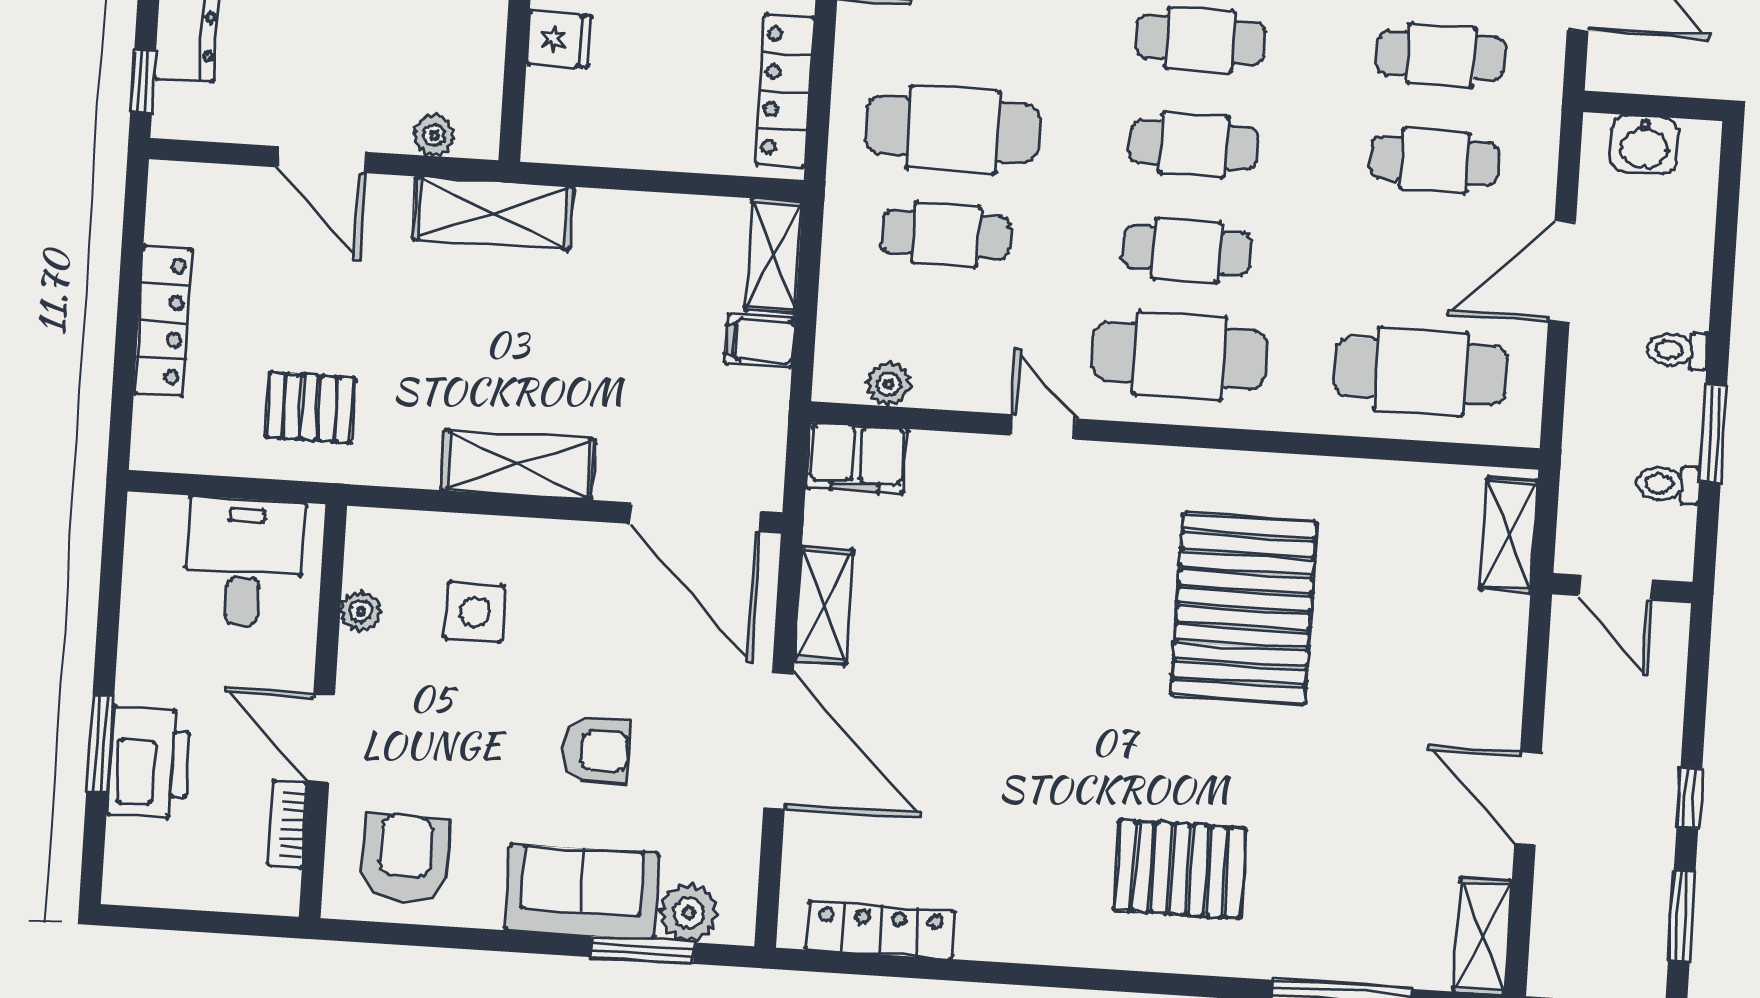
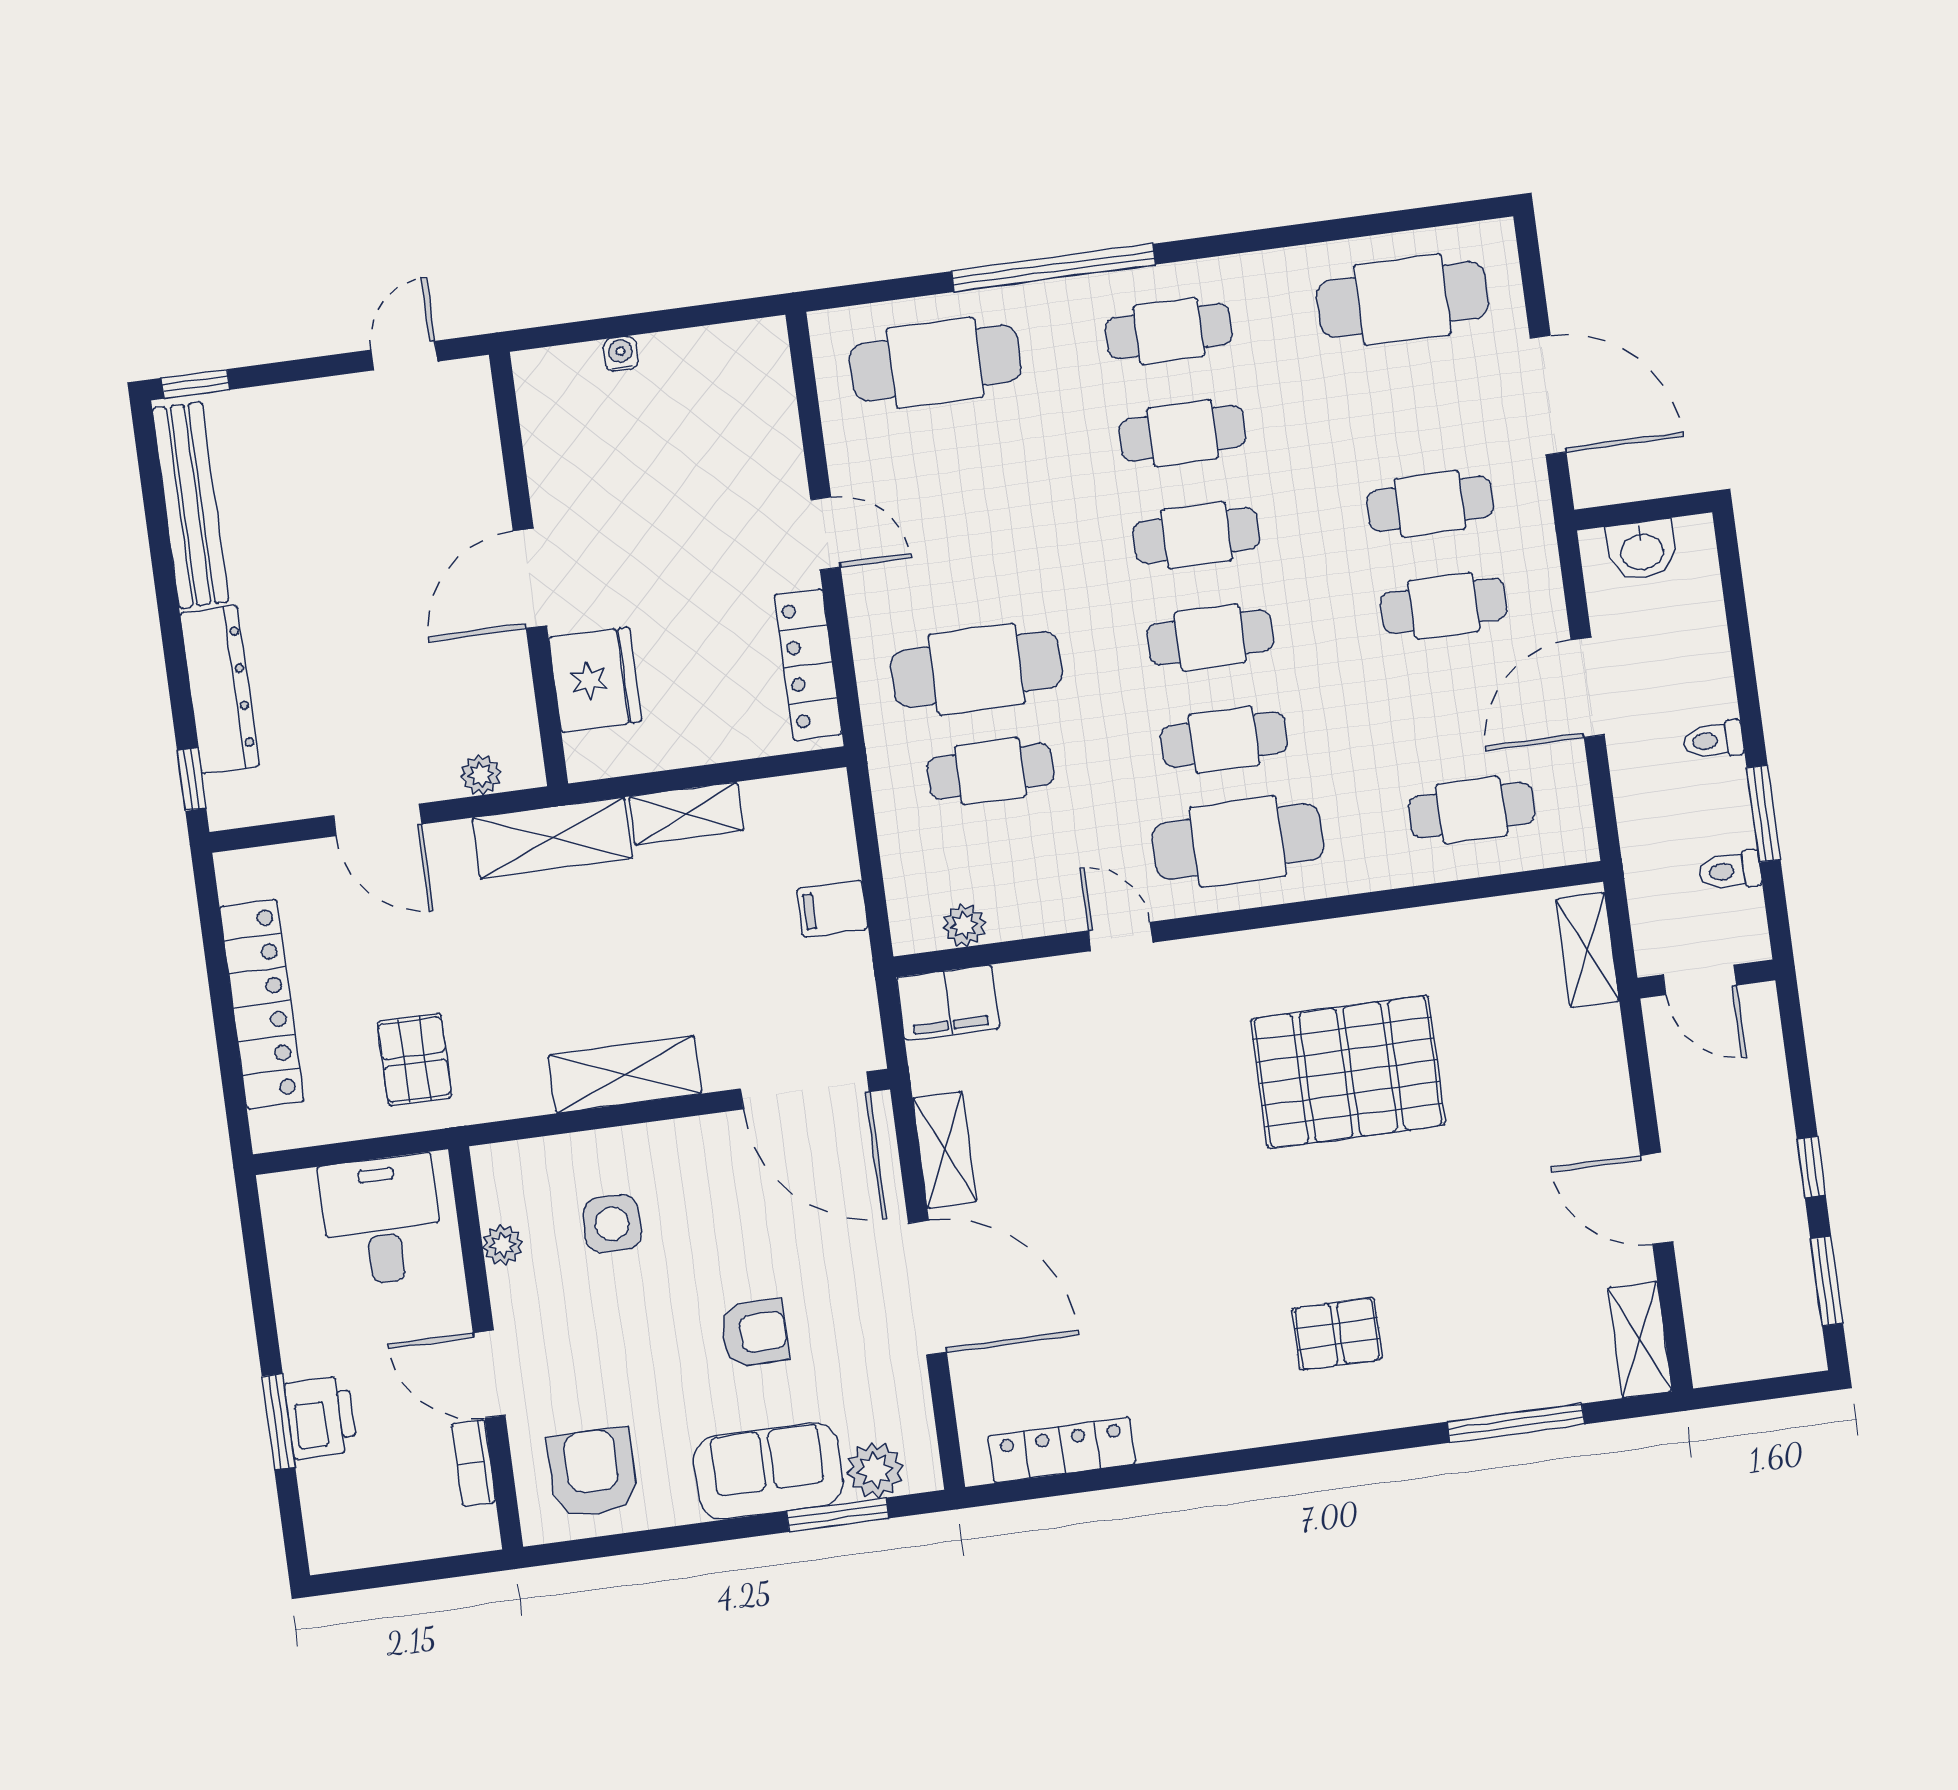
fridge: (559, 39) -> (595, 680), width x1.88, depth x1.34
shelving: (774, 256) -> (686, 814), moved, turned 90
locker: (163, 321) -> (262, 1004), width x1.41, depth x1.21
cafe table: (1421, 371) -> (1471, 810), width x0.73, depth x0.74
pallet: (310, 407) -> (414, 1059), turned 90
pallet: (1244, 609) -> (1348, 1072), turned 90
printer: (149, 763) -> (321, 1417), width x0.73, depth x0.84
pallet: (1180, 869) -> (1337, 1334), width x0.67, depth x0.71

